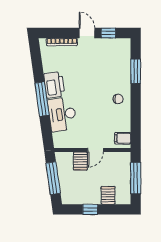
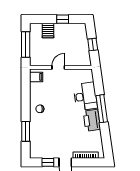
server rack: (80, 161) -> (71, 58), removed
window: (53, 178) -> (93, 45), width x0.46

